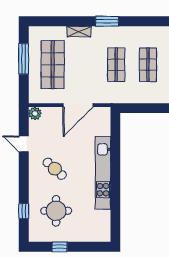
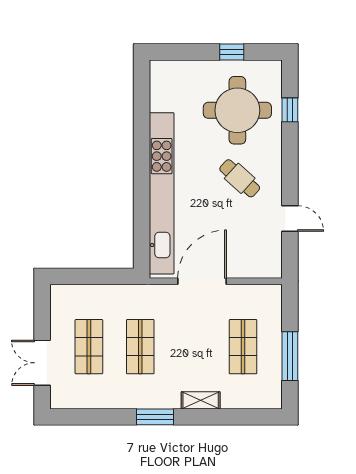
shop shelf: (53, 65) -> (243, 347), width x0.70, depth x0.74
plant: (35, 113) -> (272, 268), removed
kitchen unit: (103, 173) -> (162, 193), width x1.36
round table: (56, 211) -> (237, 110), width x1.36, depth x1.36

